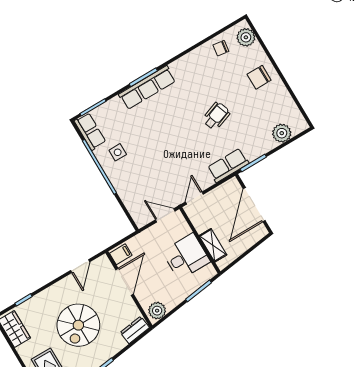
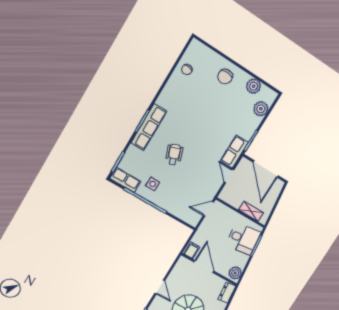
plant: (246, 37) -> (254, 86), moved
wheelchair: (216, 116) -> (174, 155), moved
door: (194, 198) -> (229, 176), moved
desk: (186, 257) -> (243, 239), moved, turned 82
door: (80, 266) -> (160, 287), moved

